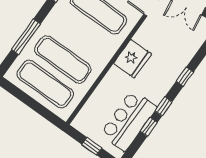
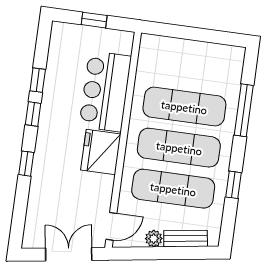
exercise mat: (45, 84) -> (179, 148), moved
bar counter: (129, 121) -> (105, 91), moved, turned 180

